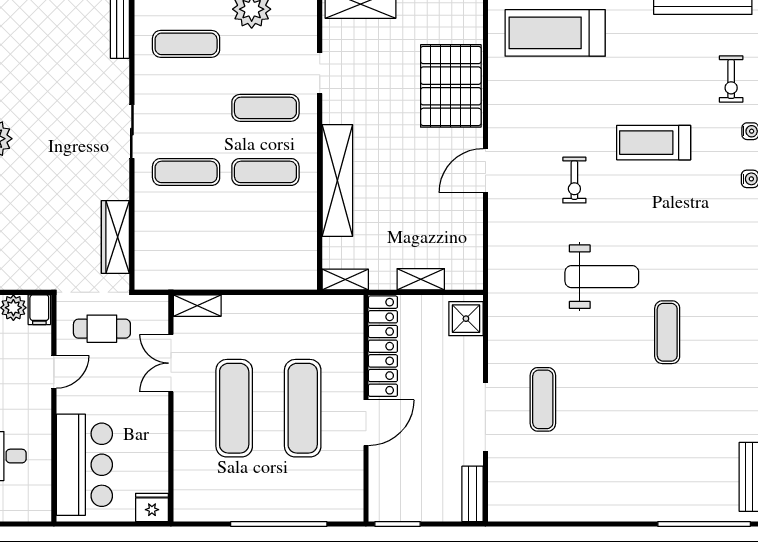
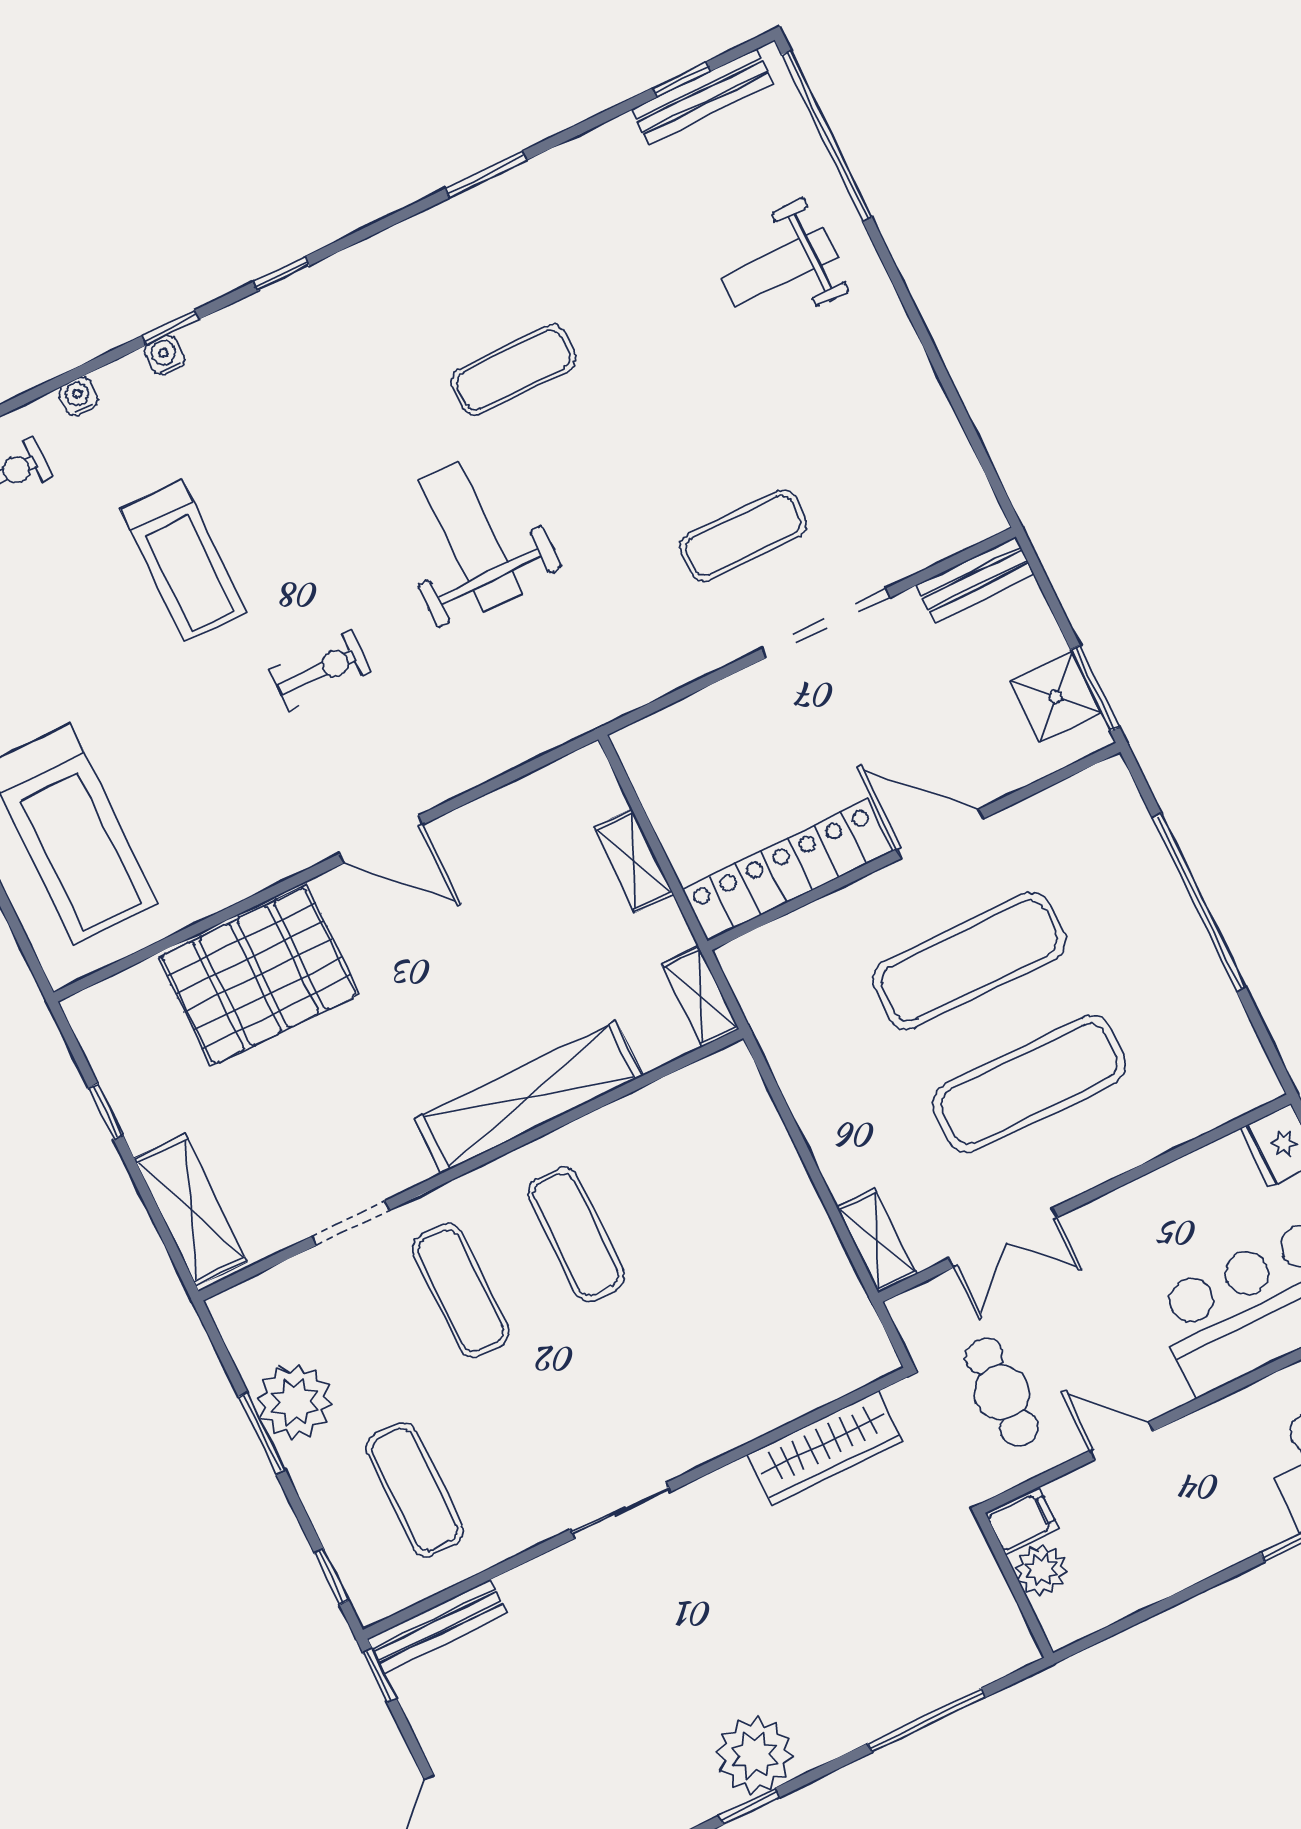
exercise mat: (186, 172) -> (646, 1377), removed
shower: (466, 319) -> (1056, 697), moved
weight bench: (655, 474) -> (779, 267), added

